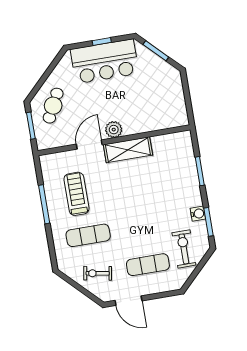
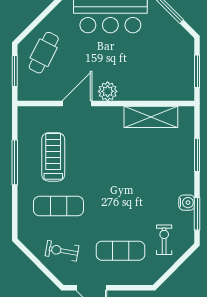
window: (188, 99) -> (197, 71), added
shelving: (128, 150) -> (151, 117), moved
exercise bike: (184, 249) -> (164, 240), width x0.73, depth x0.72

